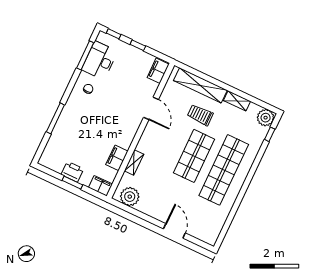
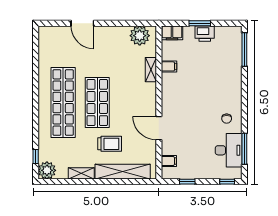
window: (138, 45) -> (187, 182), moved
filing cabinet: (158, 71) -> (169, 161), width x0.50
window: (55, 118) -> (244, 49), moved
filing cabinet: (117, 158) -> (169, 66), width x0.50

